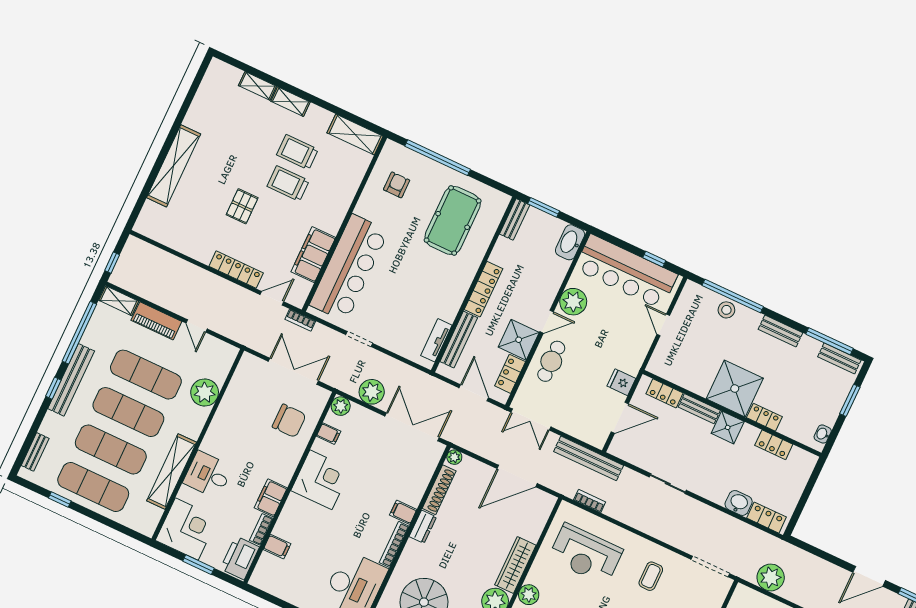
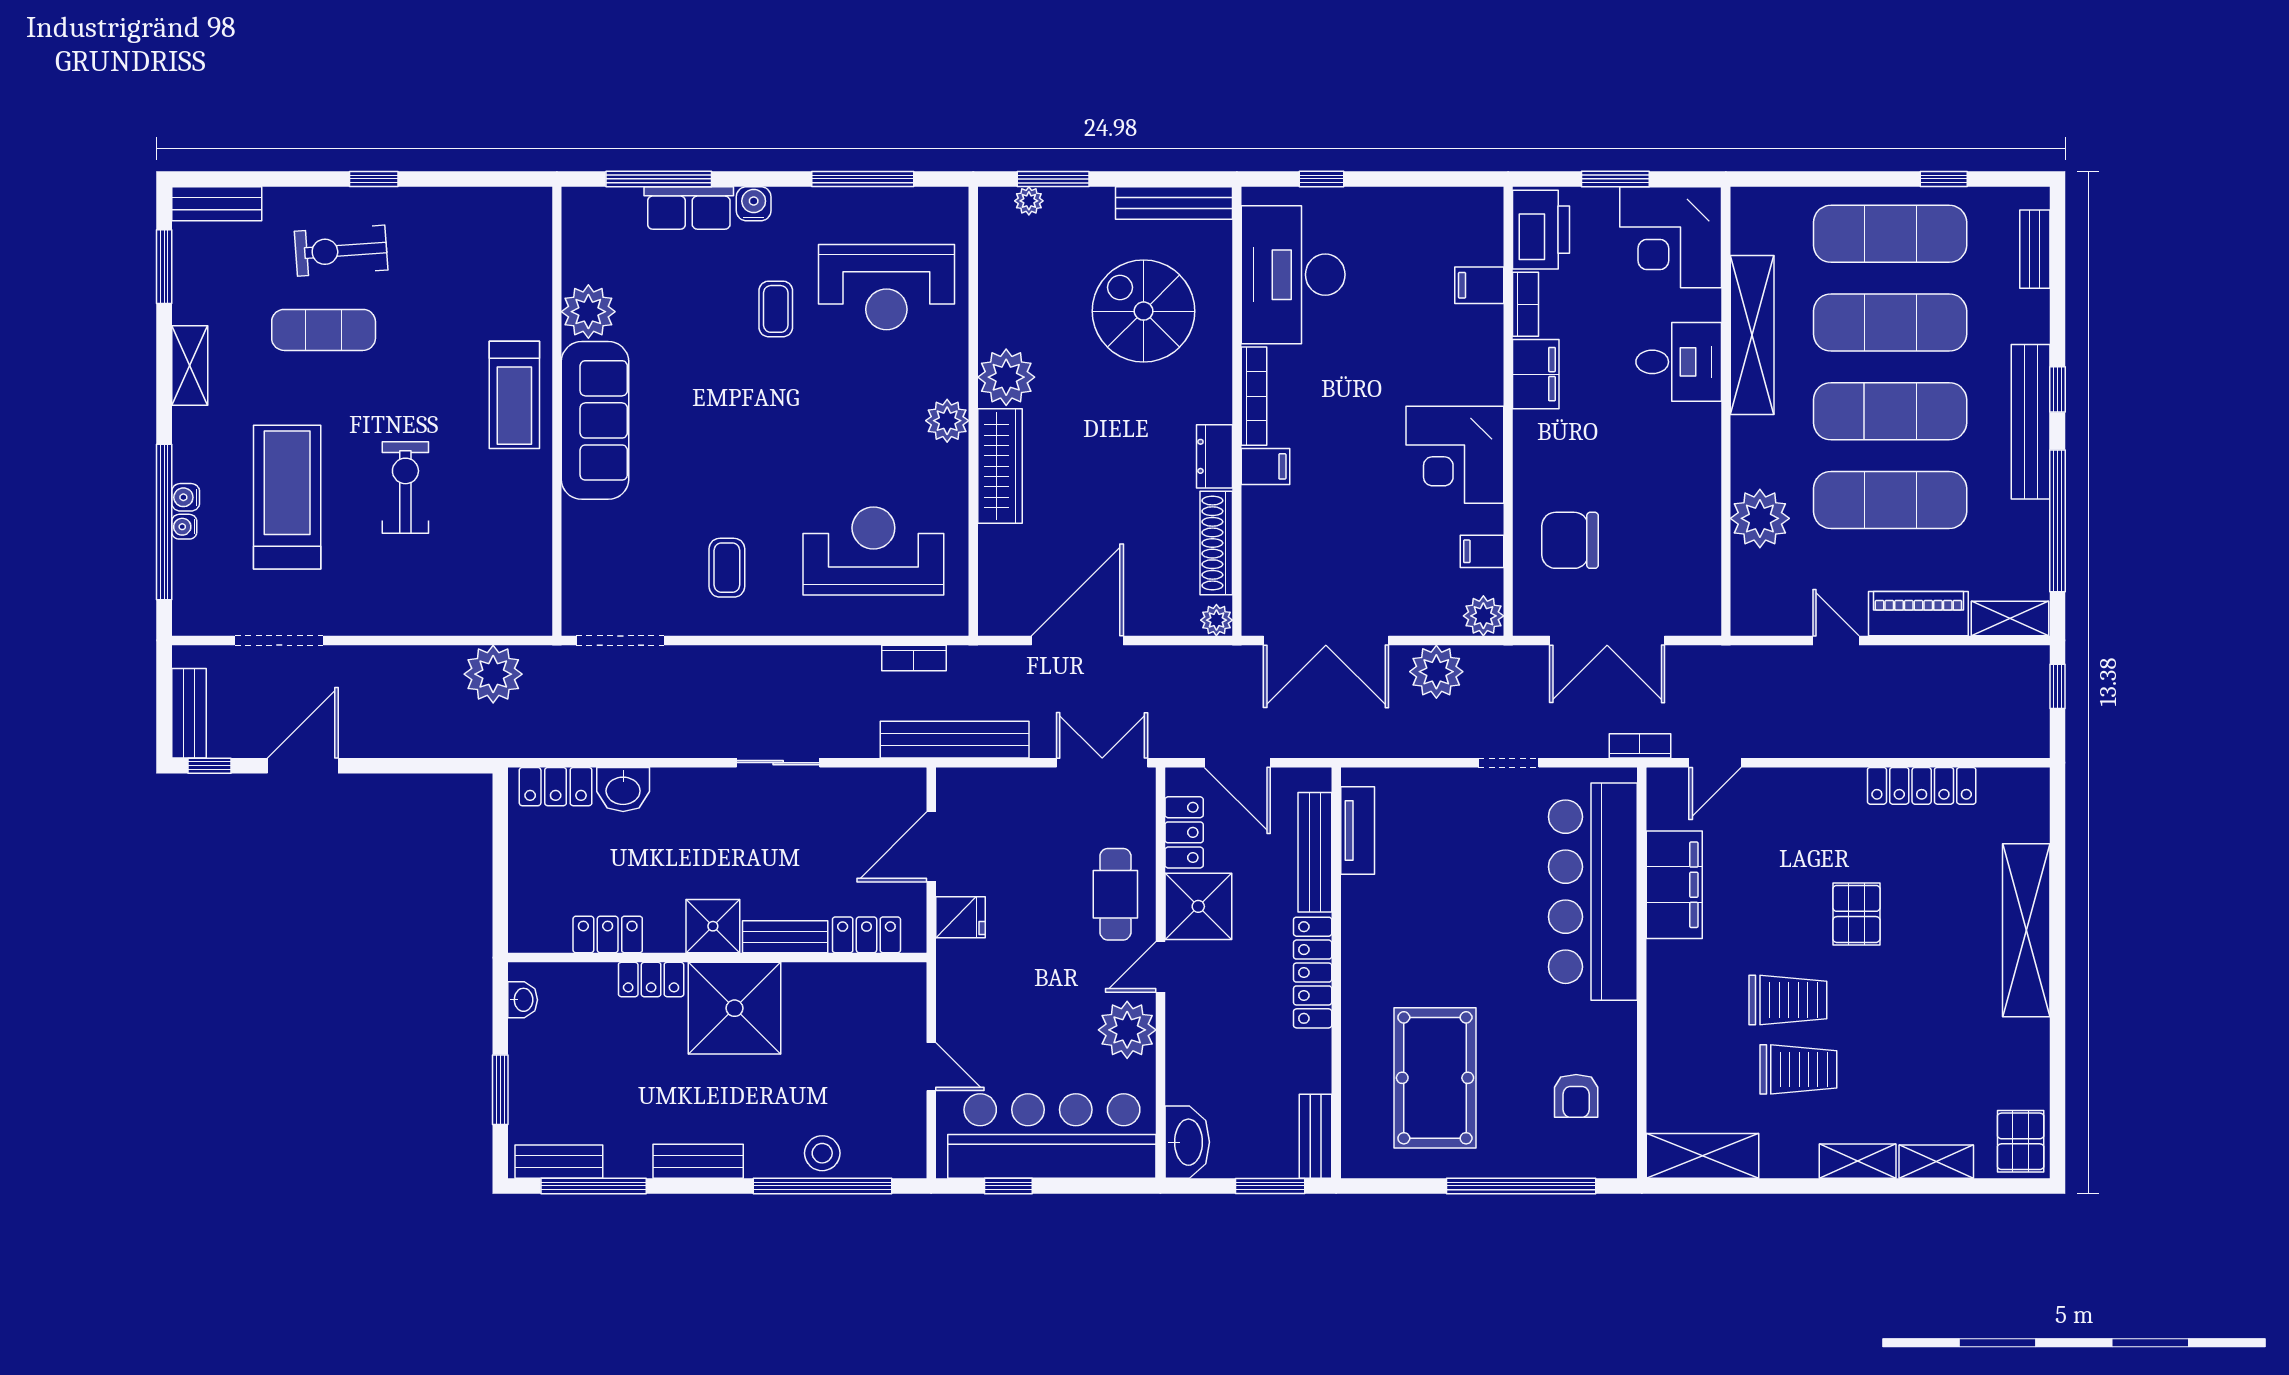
pallet: (218, 78) -> (2021, 1141), added
locker: (236, 270) -> (1922, 786), moved

